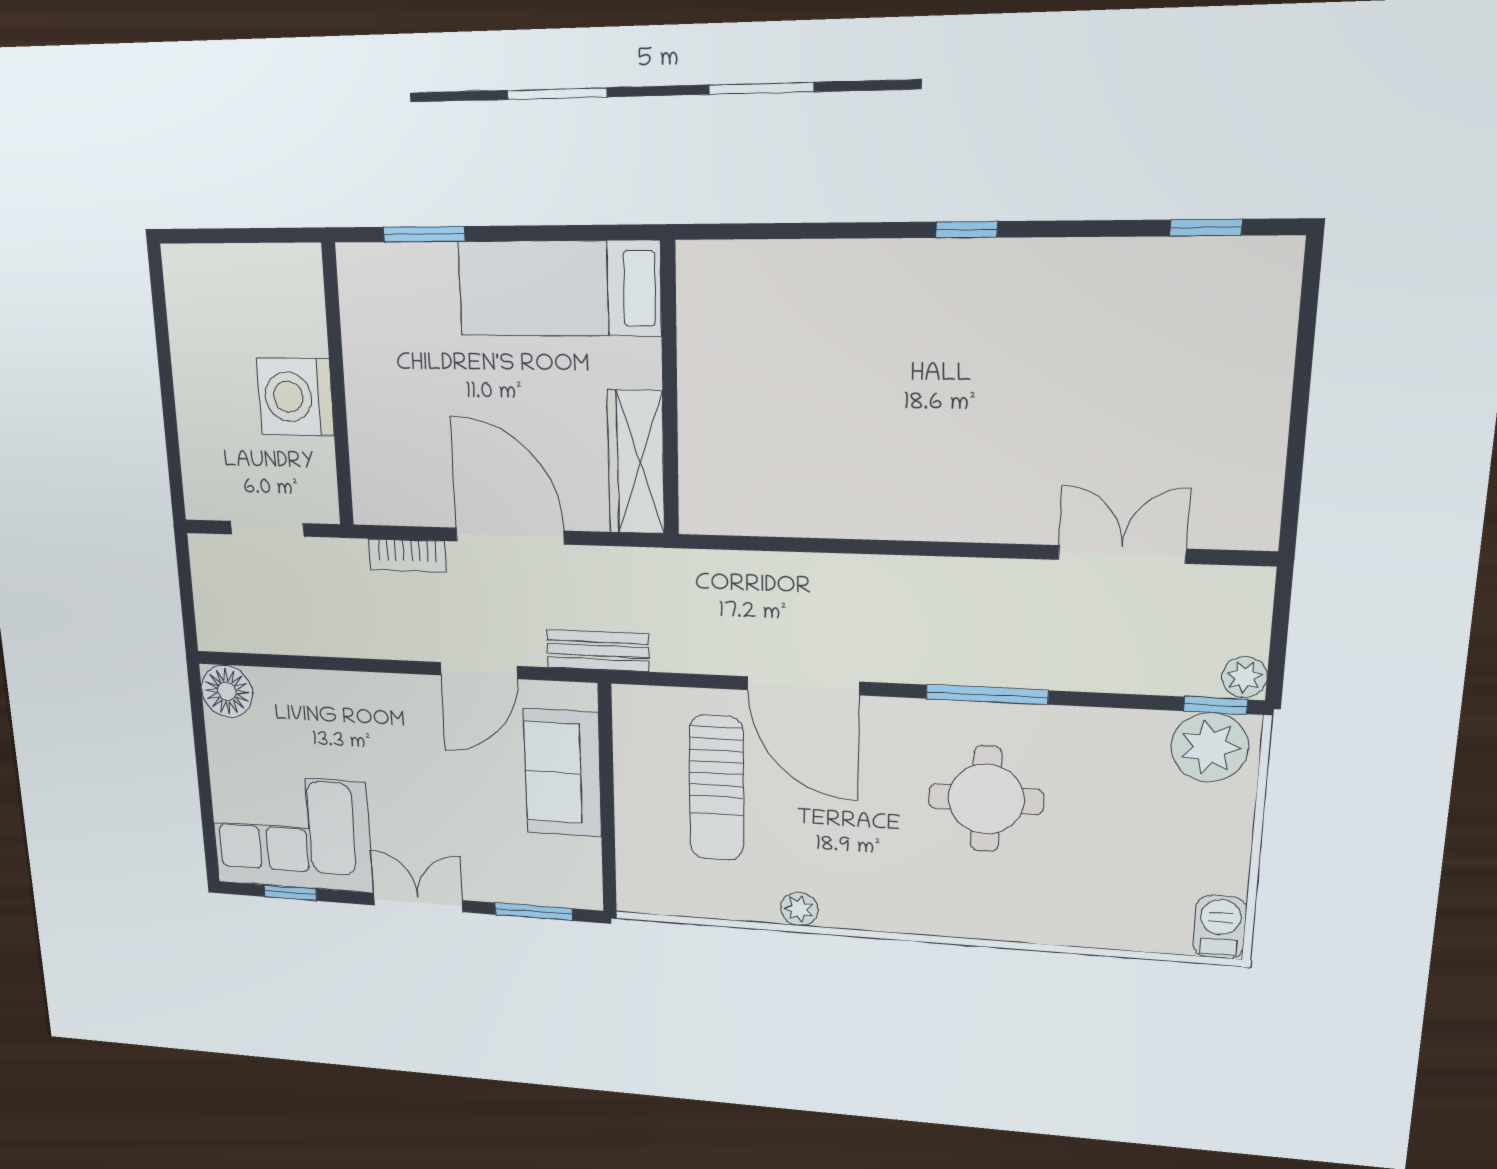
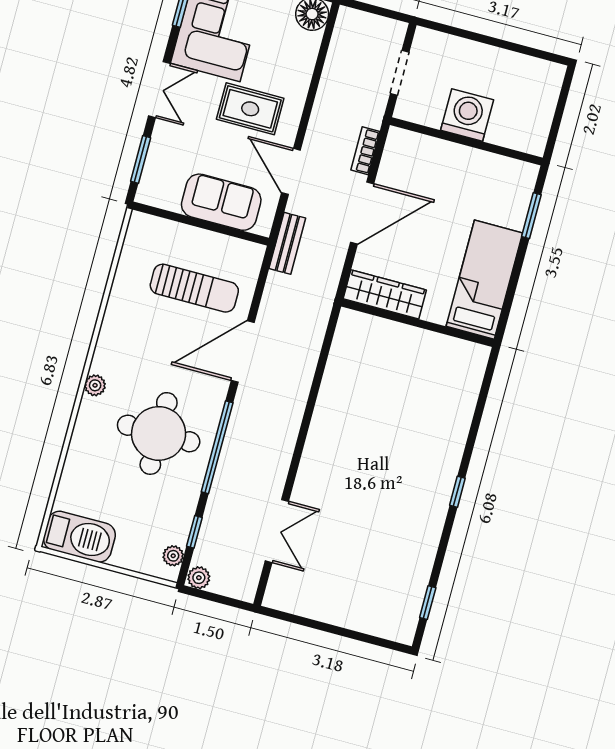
window: (987, 695) -> (217, 447), width x1.46
window: (1216, 705) -> (194, 532), moved
plant: (1210, 747) -> (173, 556), width x0.53, depth x0.53
rug: (402, 757) -> (250, 109), added
sun lounger: (717, 788) -> (194, 288), turned 180
round table: (986, 799) -> (159, 433), width x1.36, depth x1.36
plant: (799, 909) -> (95, 385), moved
barbecue: (1220, 927) -> (79, 537), width x1.88, depth x1.53

